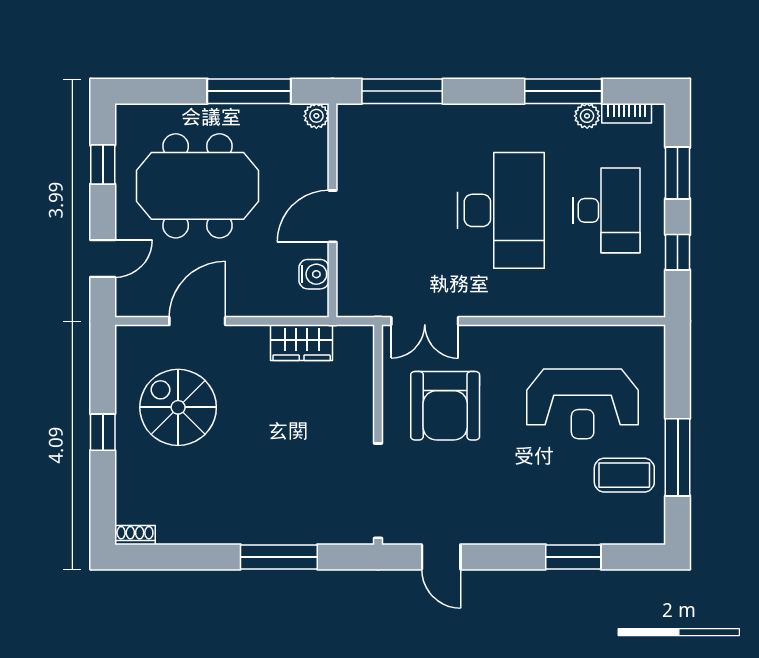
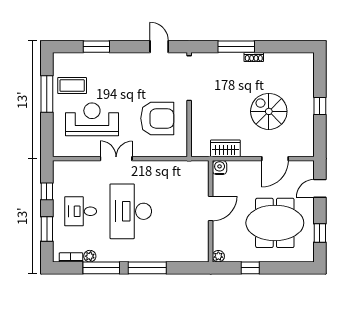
window: (249, 91) -> (250, 268), width x0.46
window: (402, 91) -> (147, 268), moved
desk: (606, 210) -> (81, 211), width x0.73
water cooler: (314, 274) -> (220, 168), moved, turned 90
double door: (425, 321) -> (116, 159), moved
armchair: (445, 406) -> (157, 118), turned 90
spiral stairs: (178, 407) -> (269, 111), moved, turned 180
shoe rack: (135, 535) -> (254, 57), moved

